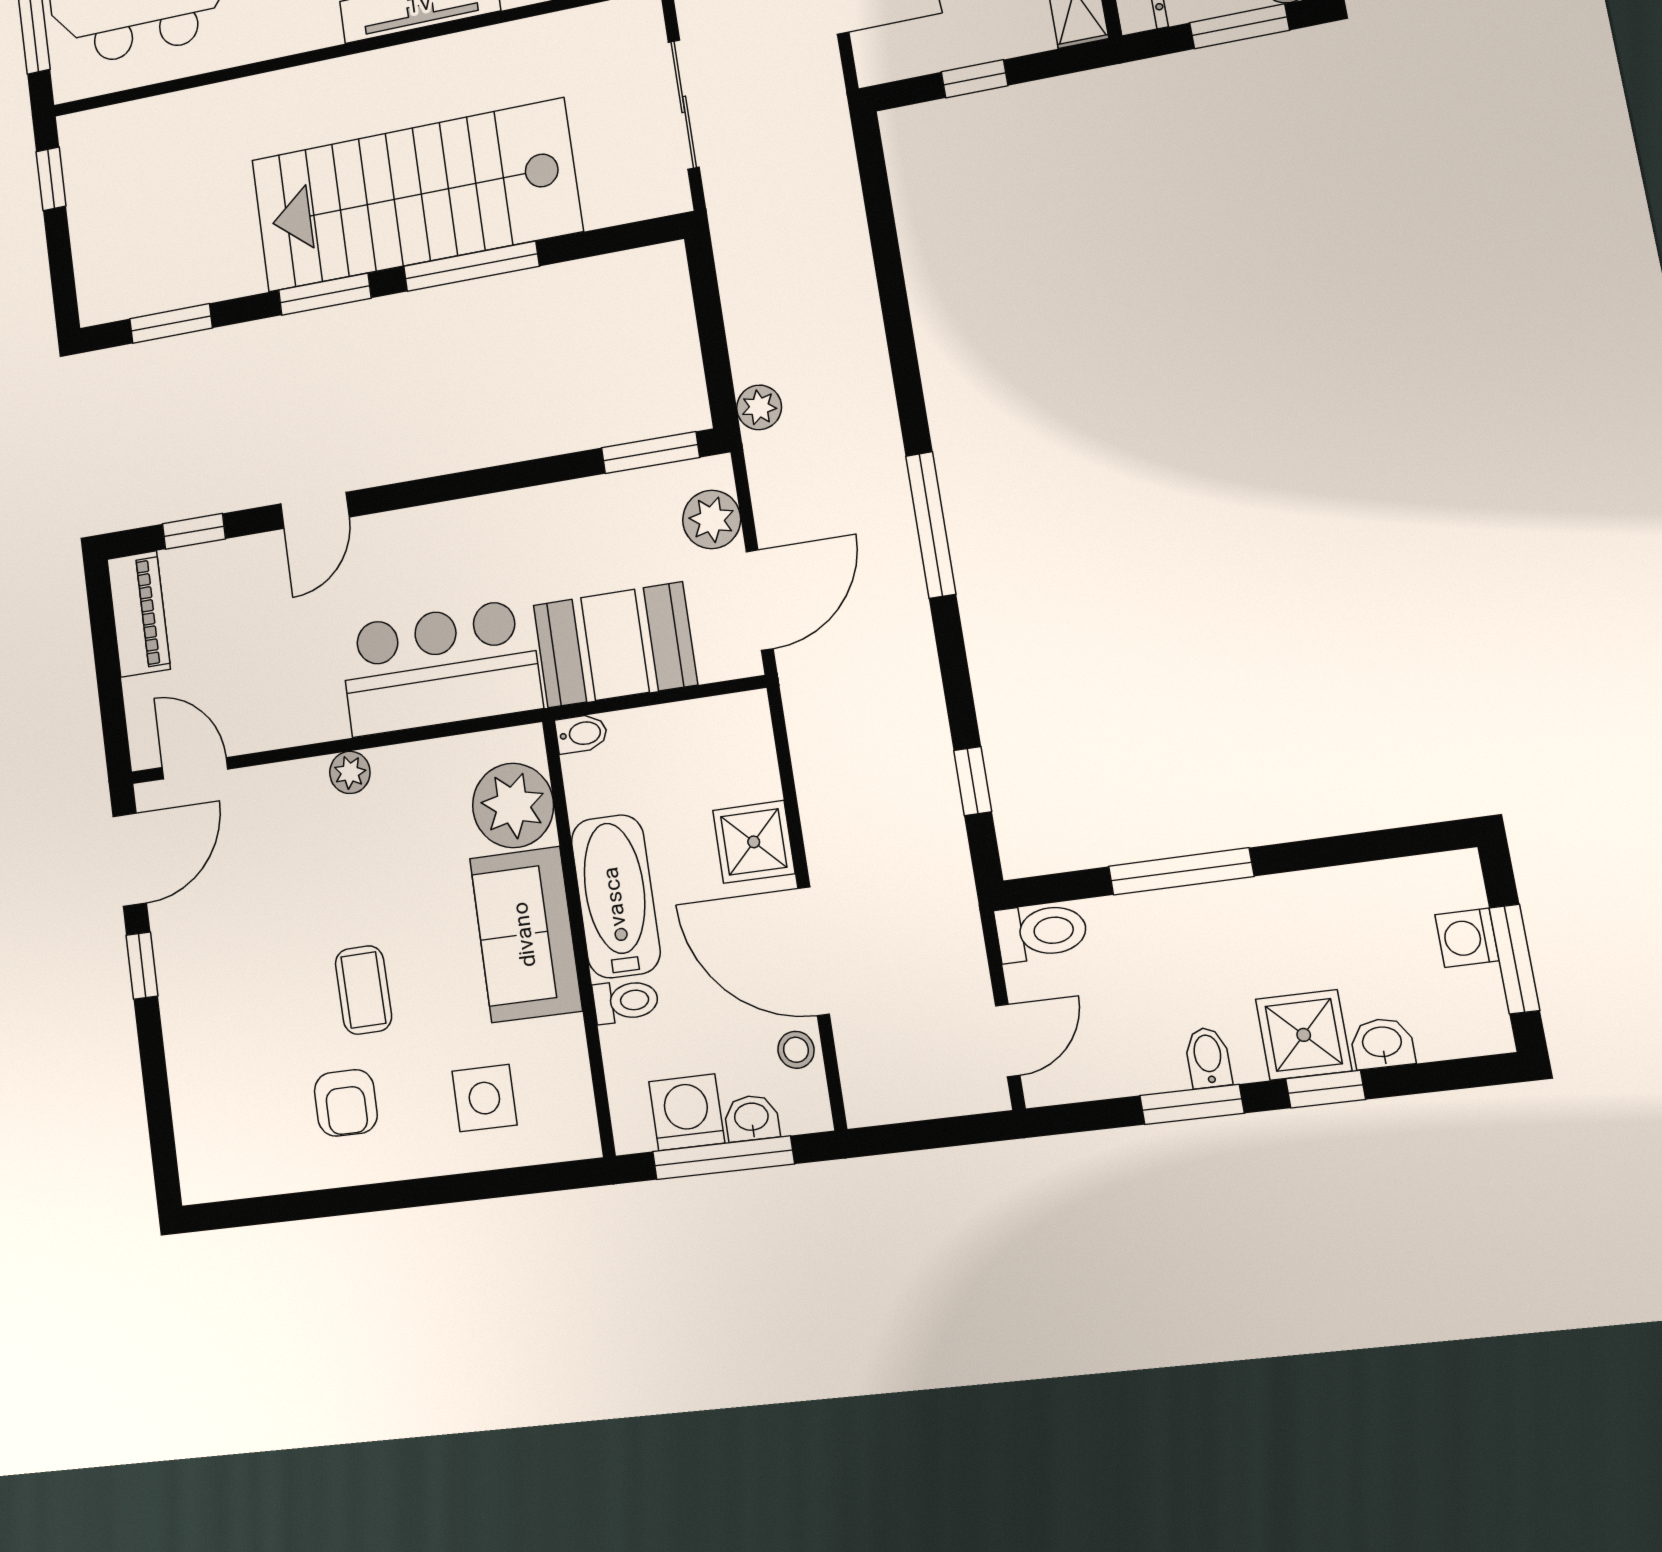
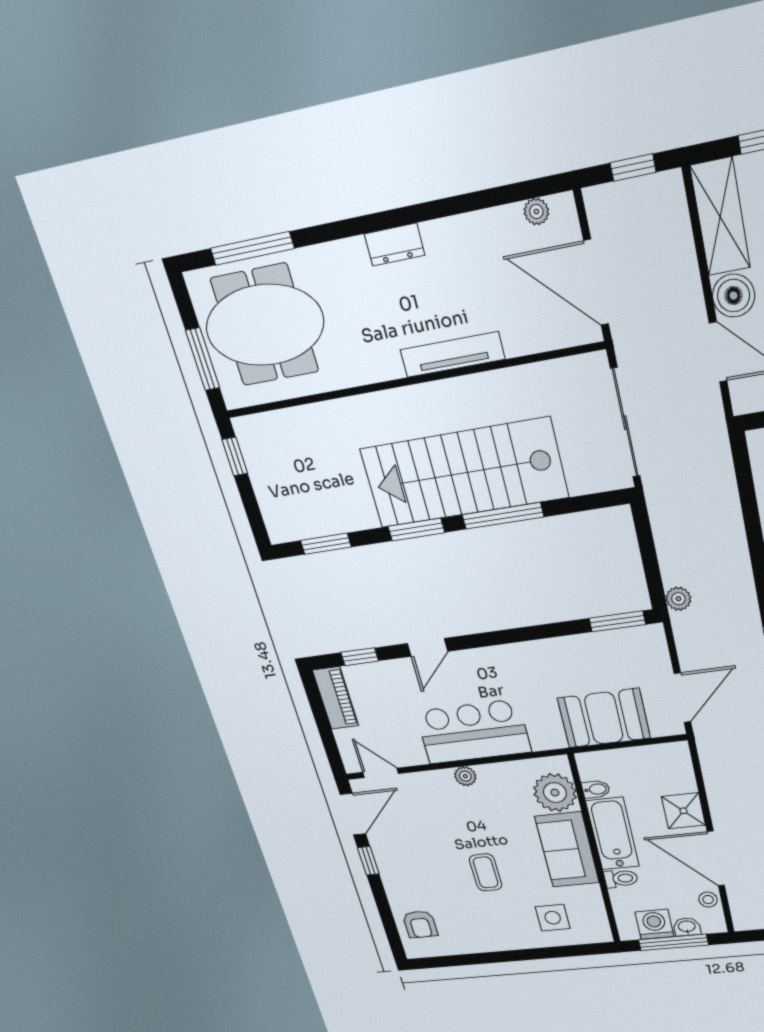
sliding door: (684, 104) -> (625, 423), width x1.37
plant: (712, 519) -> (654, 657), removed
bar counter: (440, 668) -> (473, 732), moved
bidet: (581, 734) -> (596, 789), moved
armchair: (346, 1103) -> (420, 924), moved

